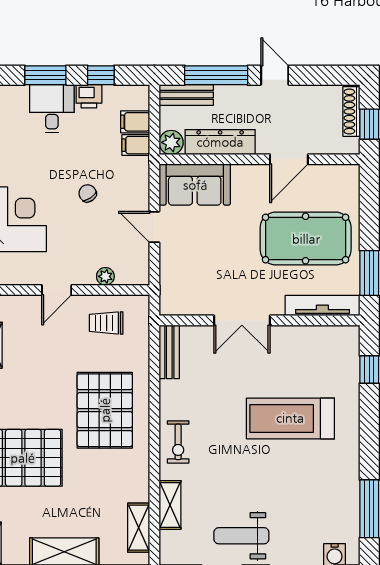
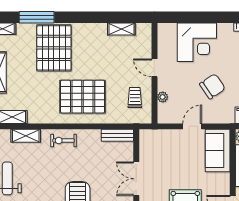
chair: (88, 193) -> (212, 86), width x1.87, depth x1.87

